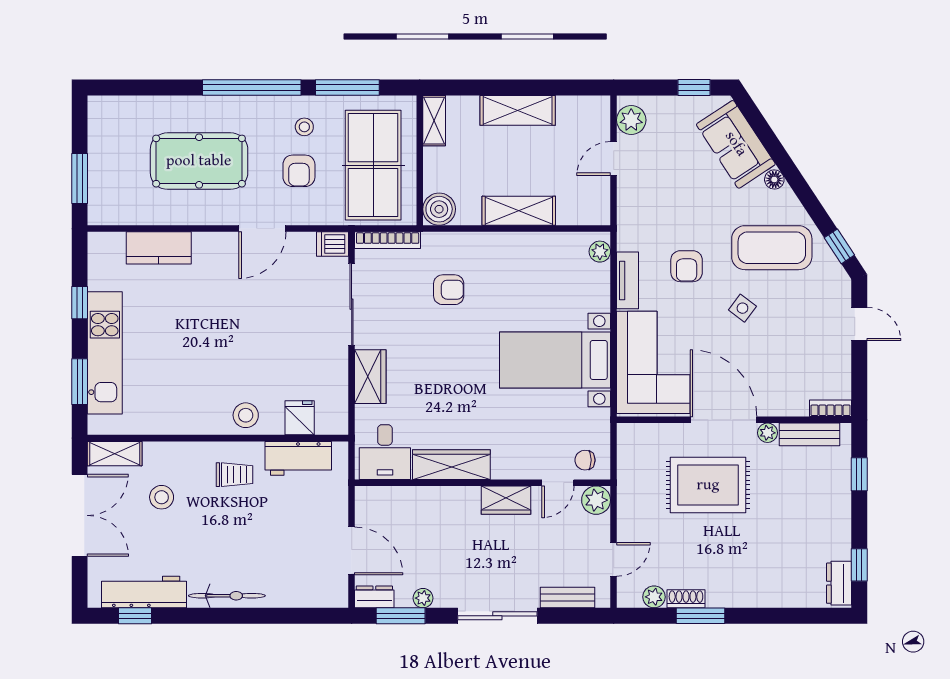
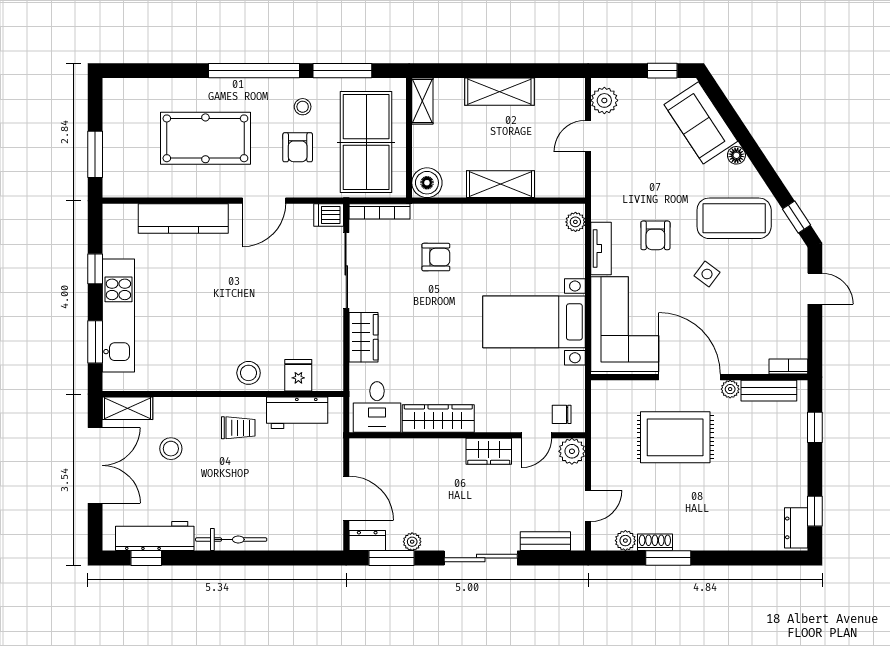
kitchen counter: (159, 248) -> (183, 218), width x1.50

